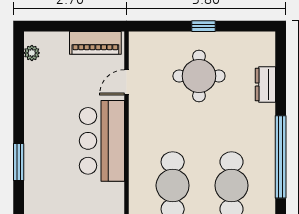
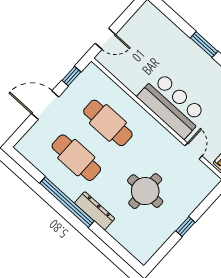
round table: (199, 76) -> (145, 191), moved
dresser: (265, 85) -> (95, 211), moved, width x1.44

